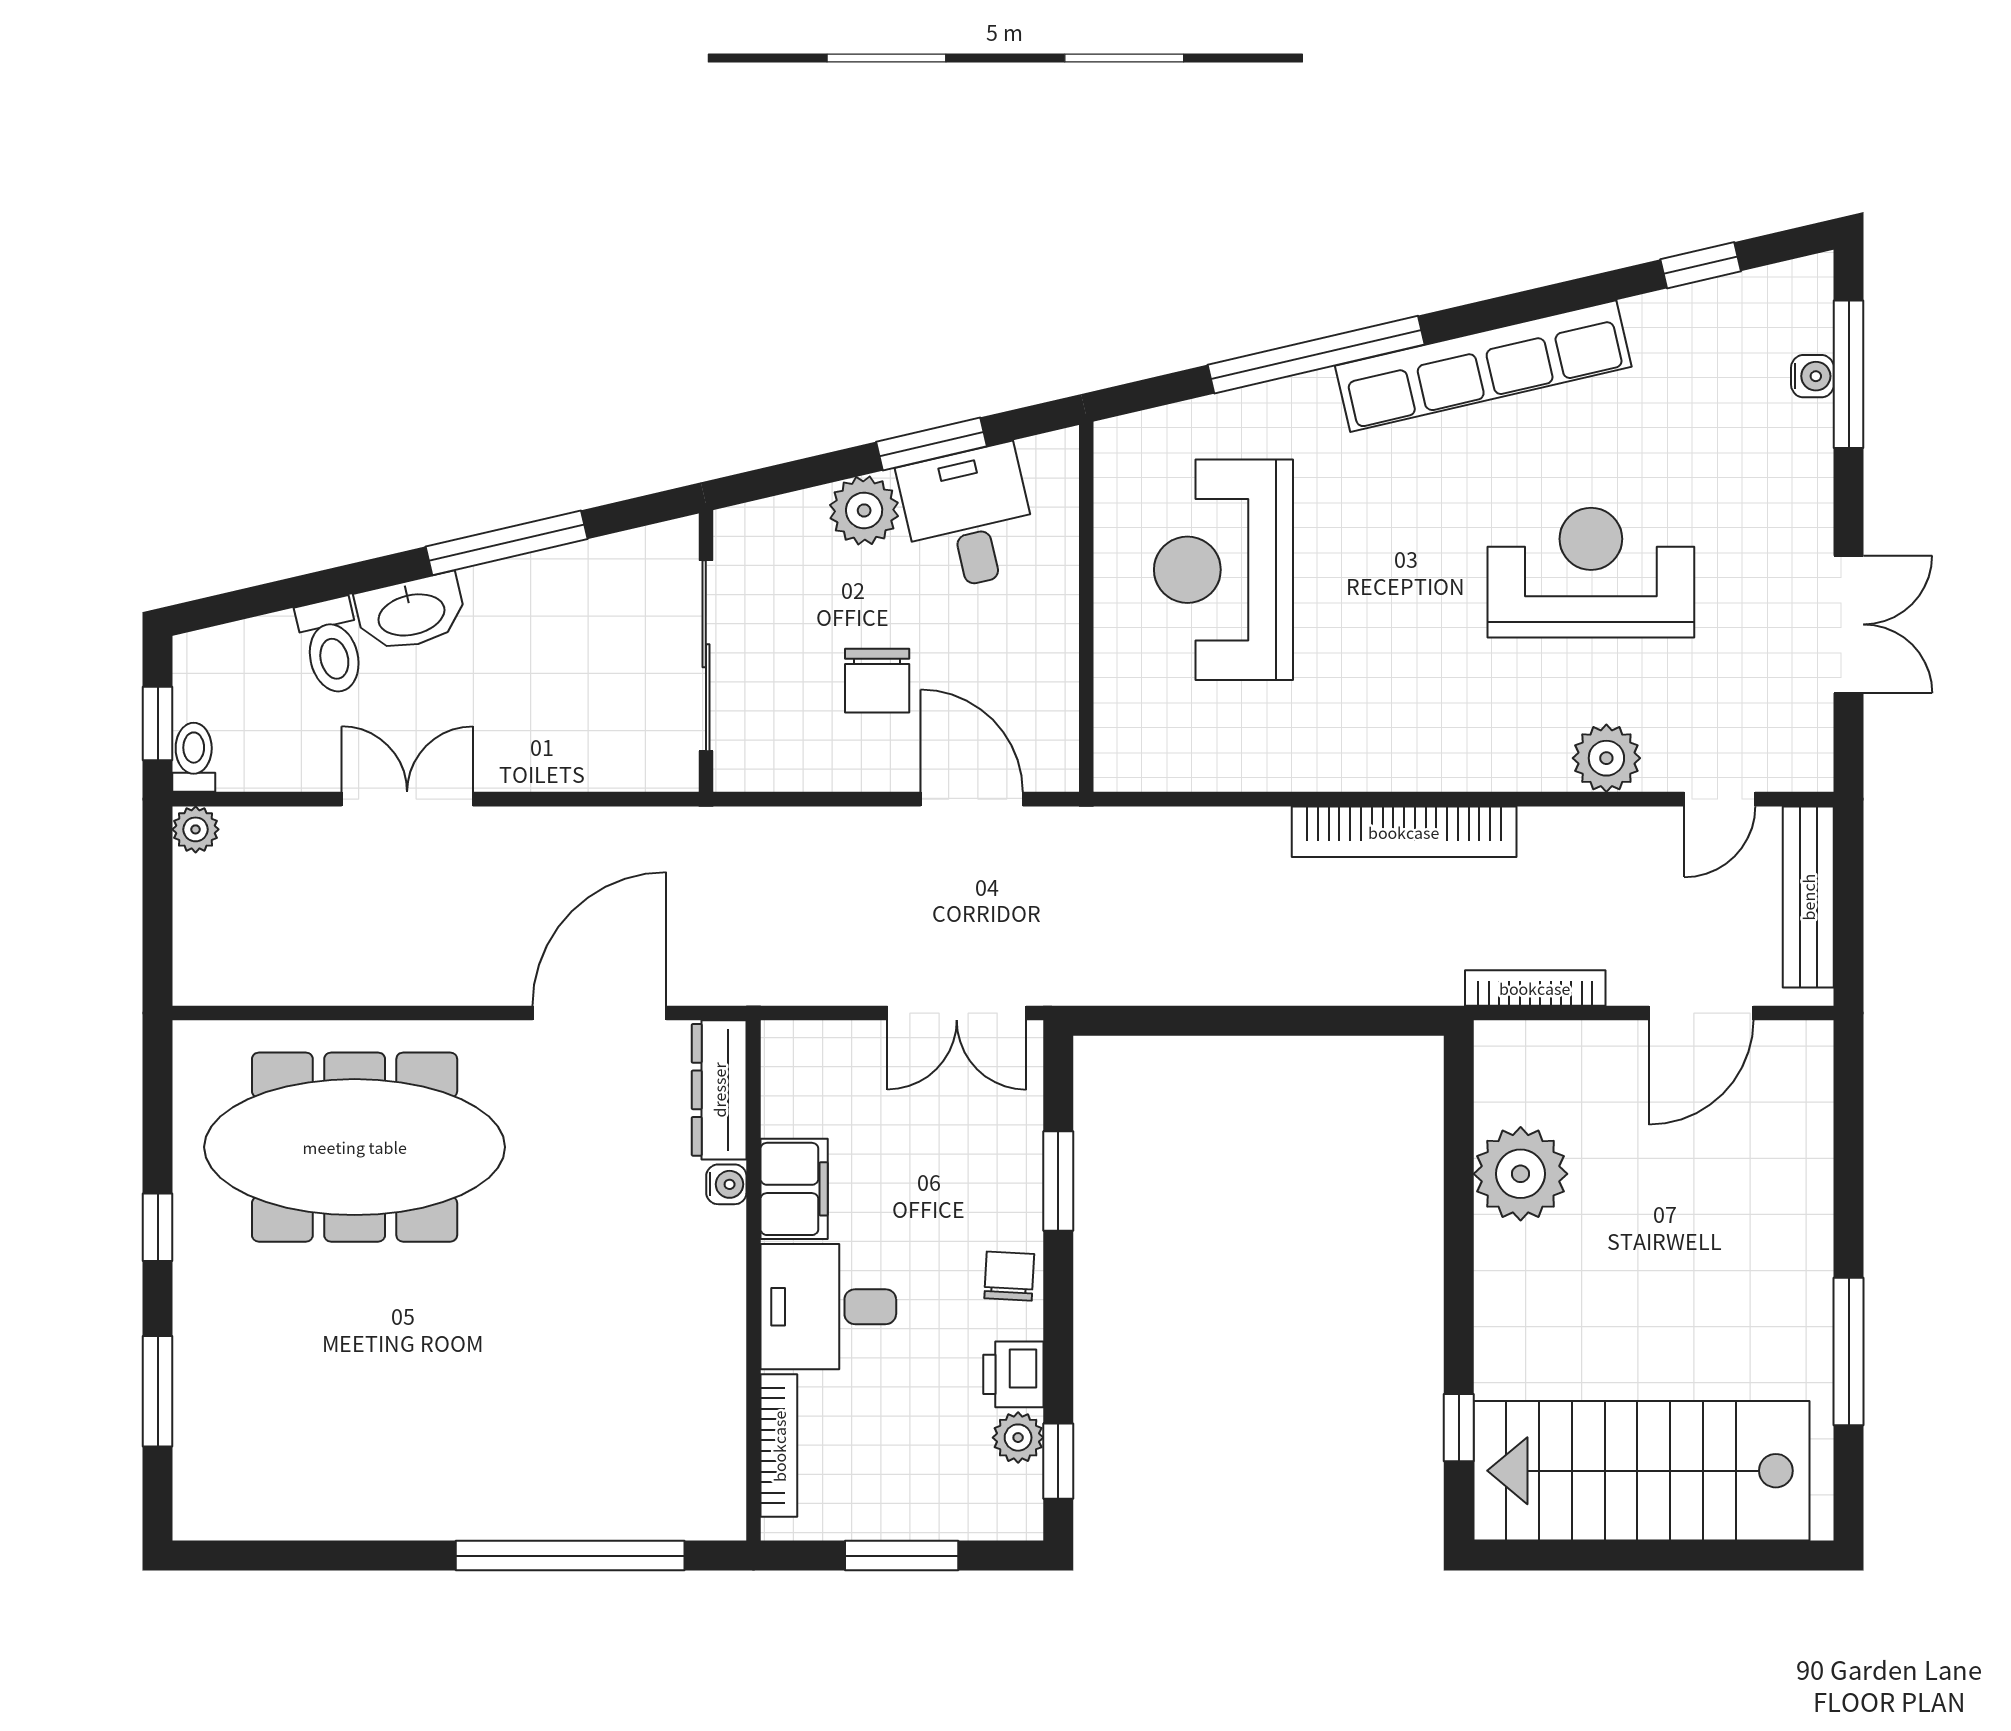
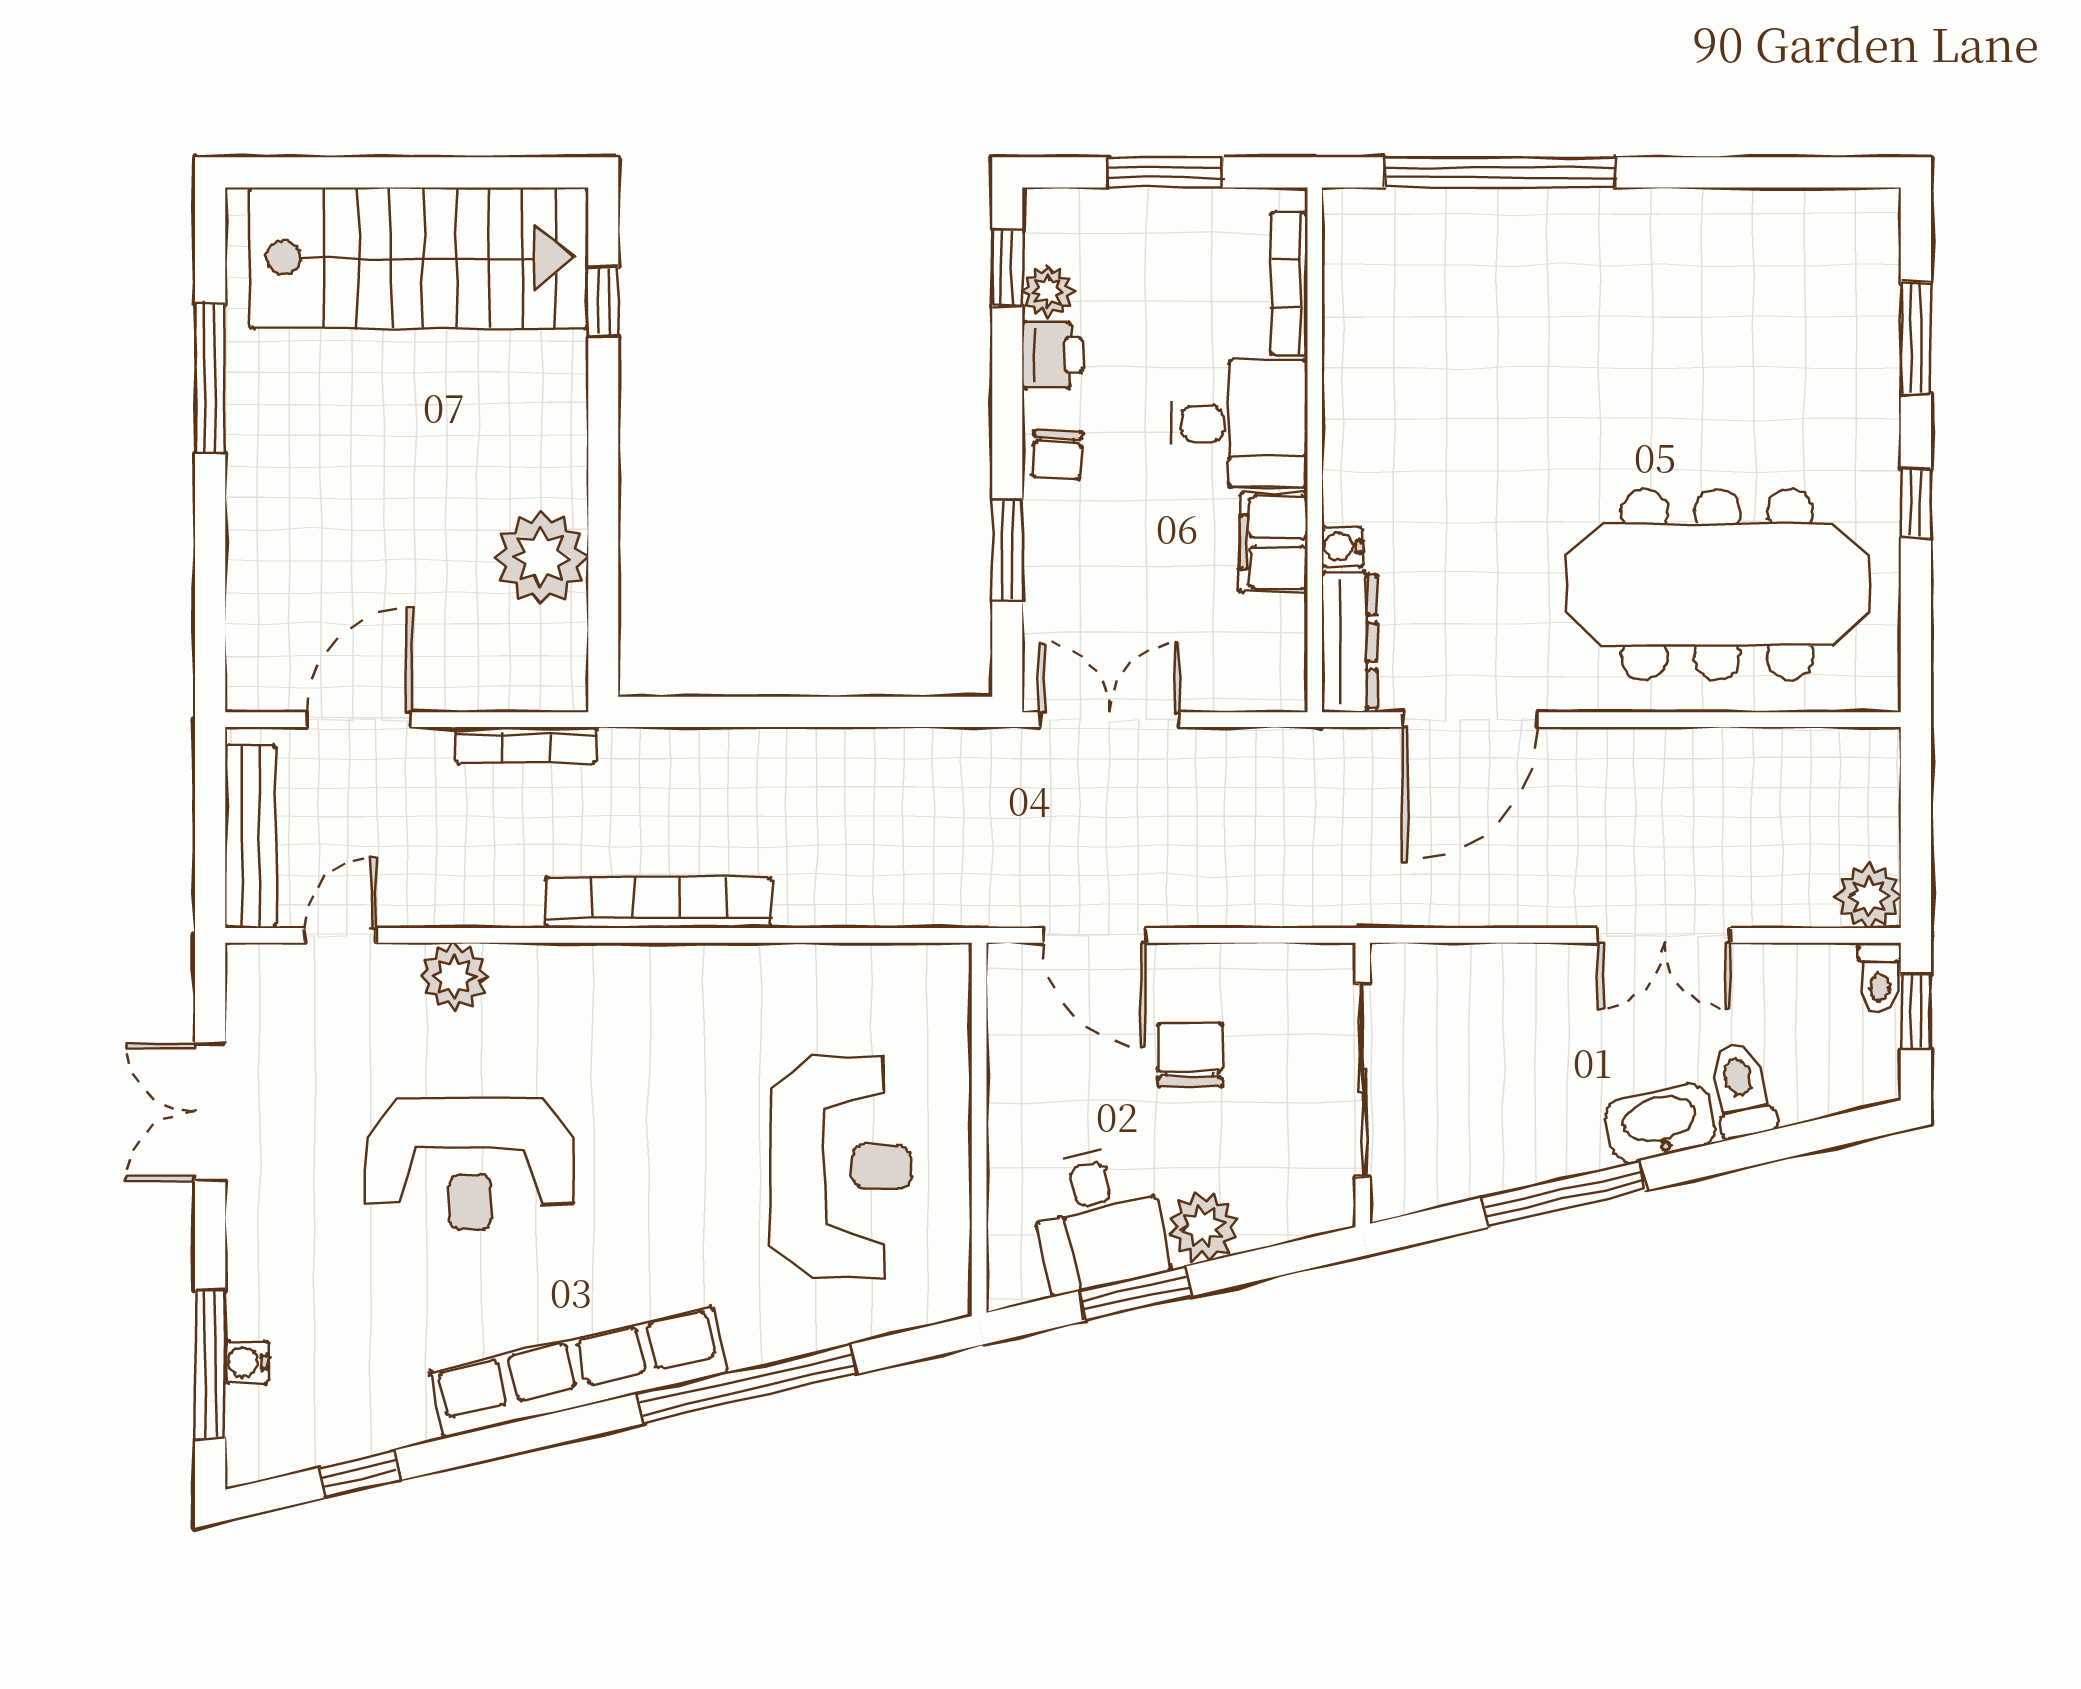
plant: (196, 829) -> (1869, 896), width x1.38, depth x1.38

